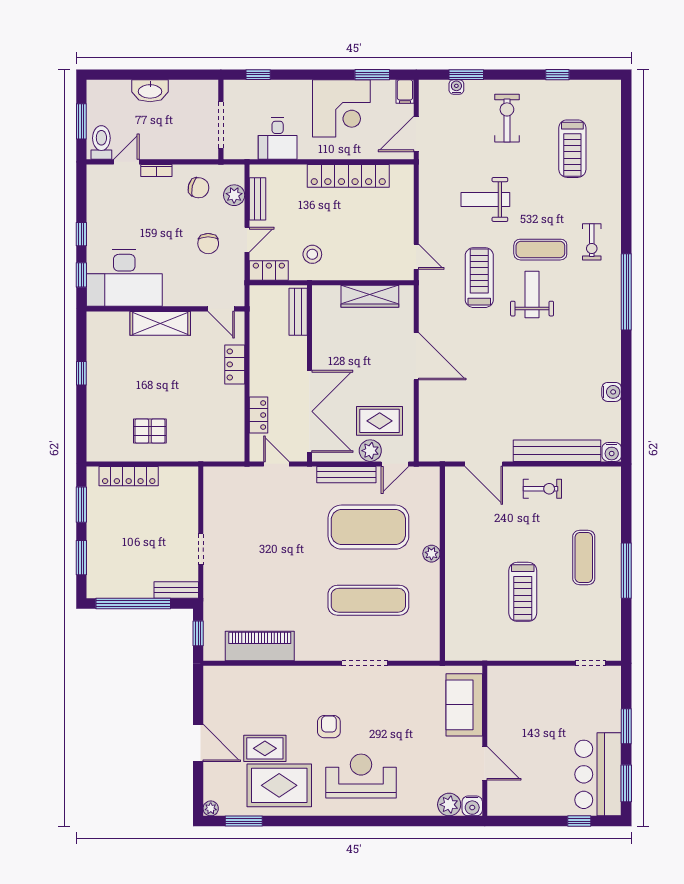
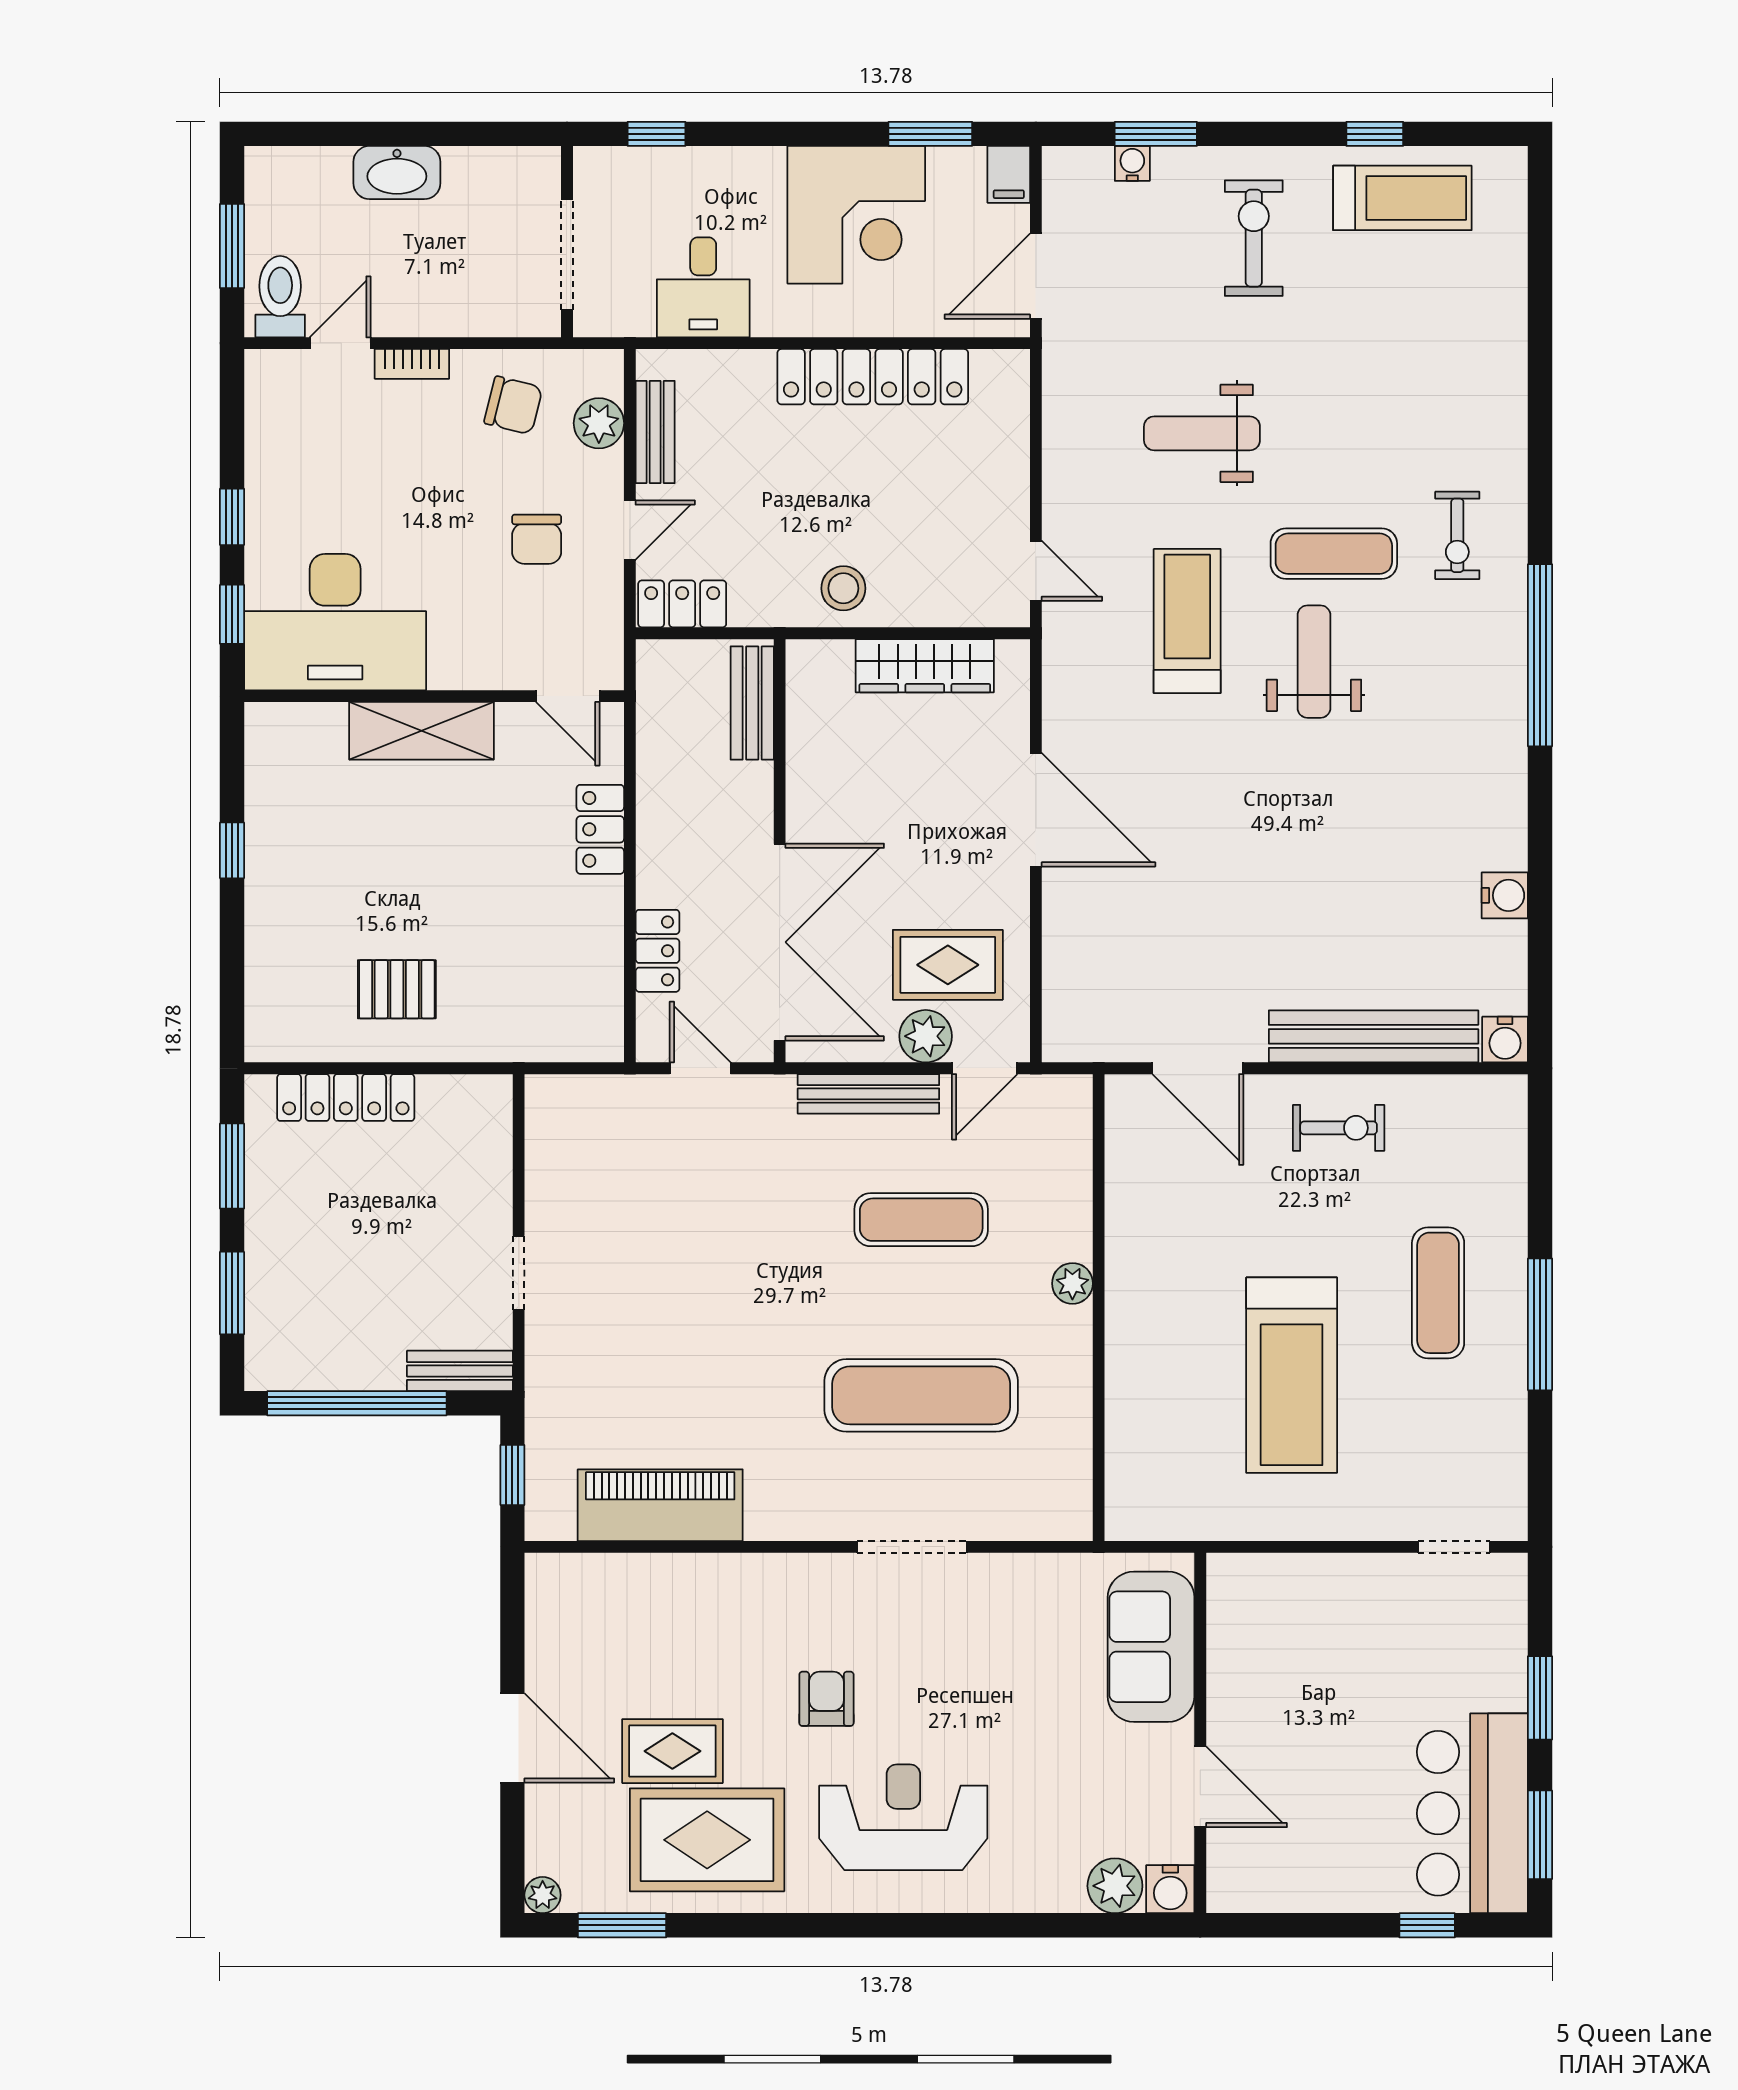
treadmill: (572, 149) -> (1402, 198), moved, turned -90
stool: (312, 254) -> (843, 588), moved
exercise mat: (368, 527) -> (921, 1220), width x0.50, depth x0.69
treadmill: (523, 592) -> (1292, 1375), width x1.37, depth x1.38

